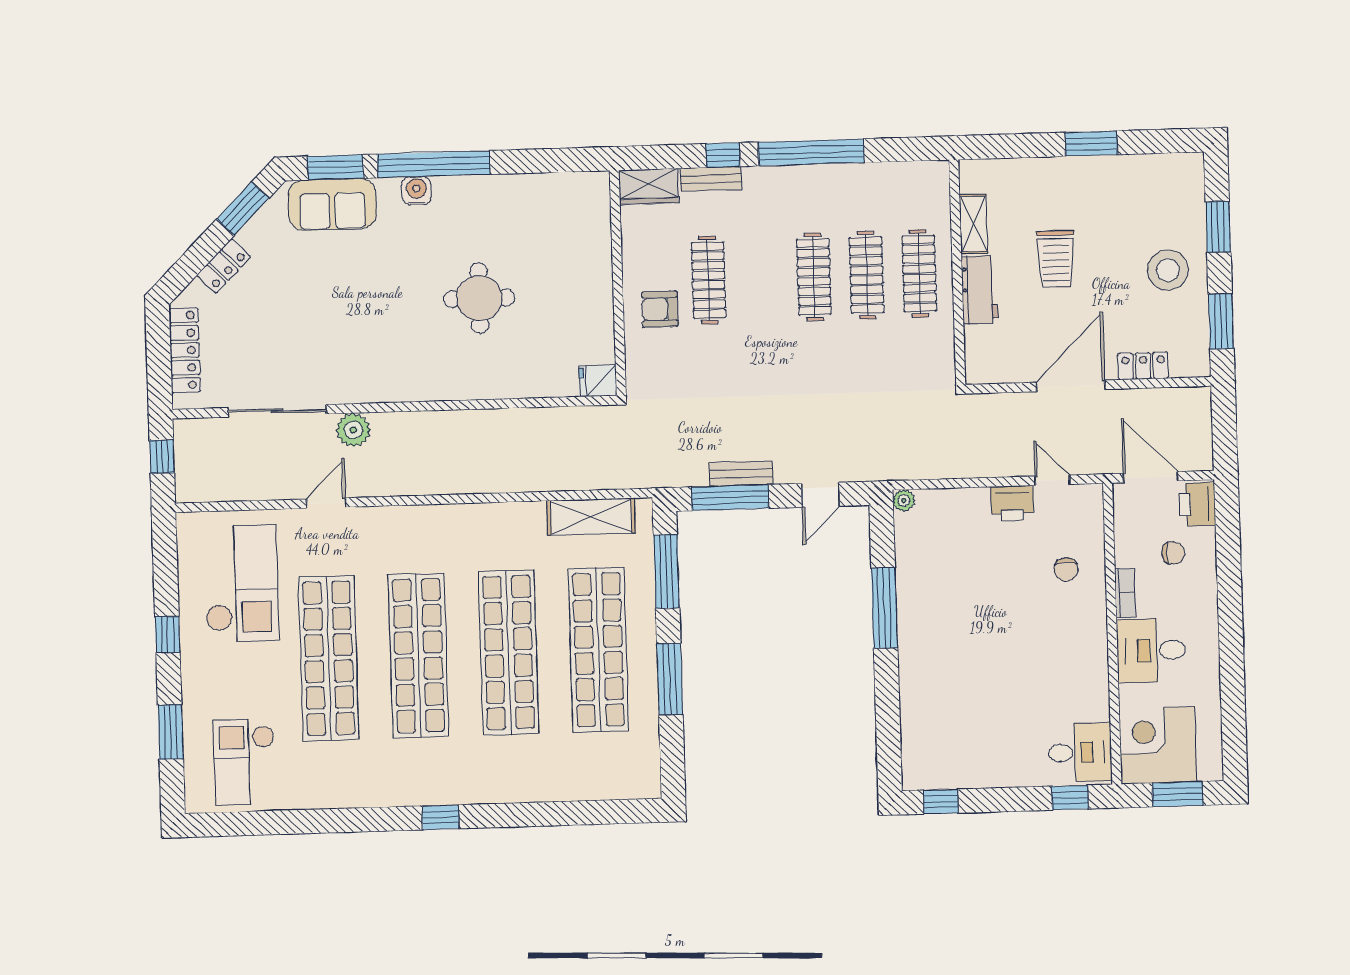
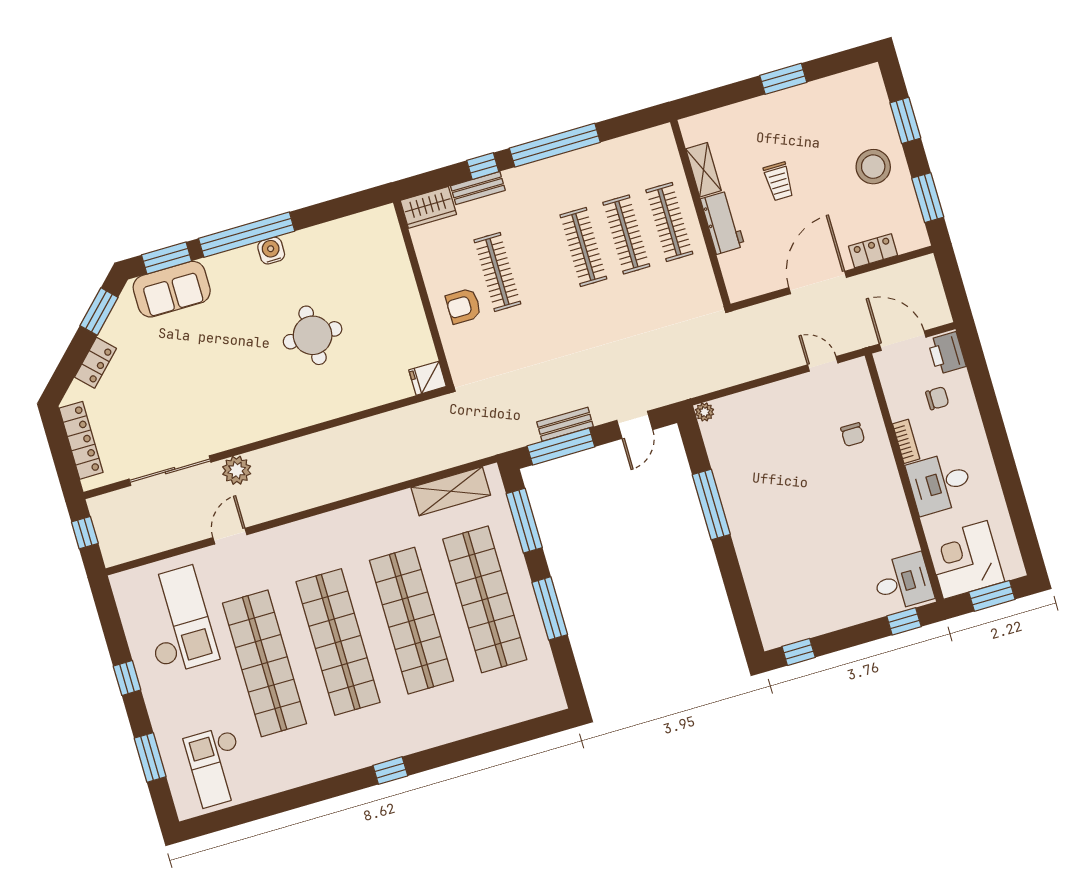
water cooler: (416, 191) -> (271, 251), moved
trolley: (1056, 259) -> (779, 181), width x0.73, depth x0.72
printer: (1012, 503) -> (794, 391), removed

